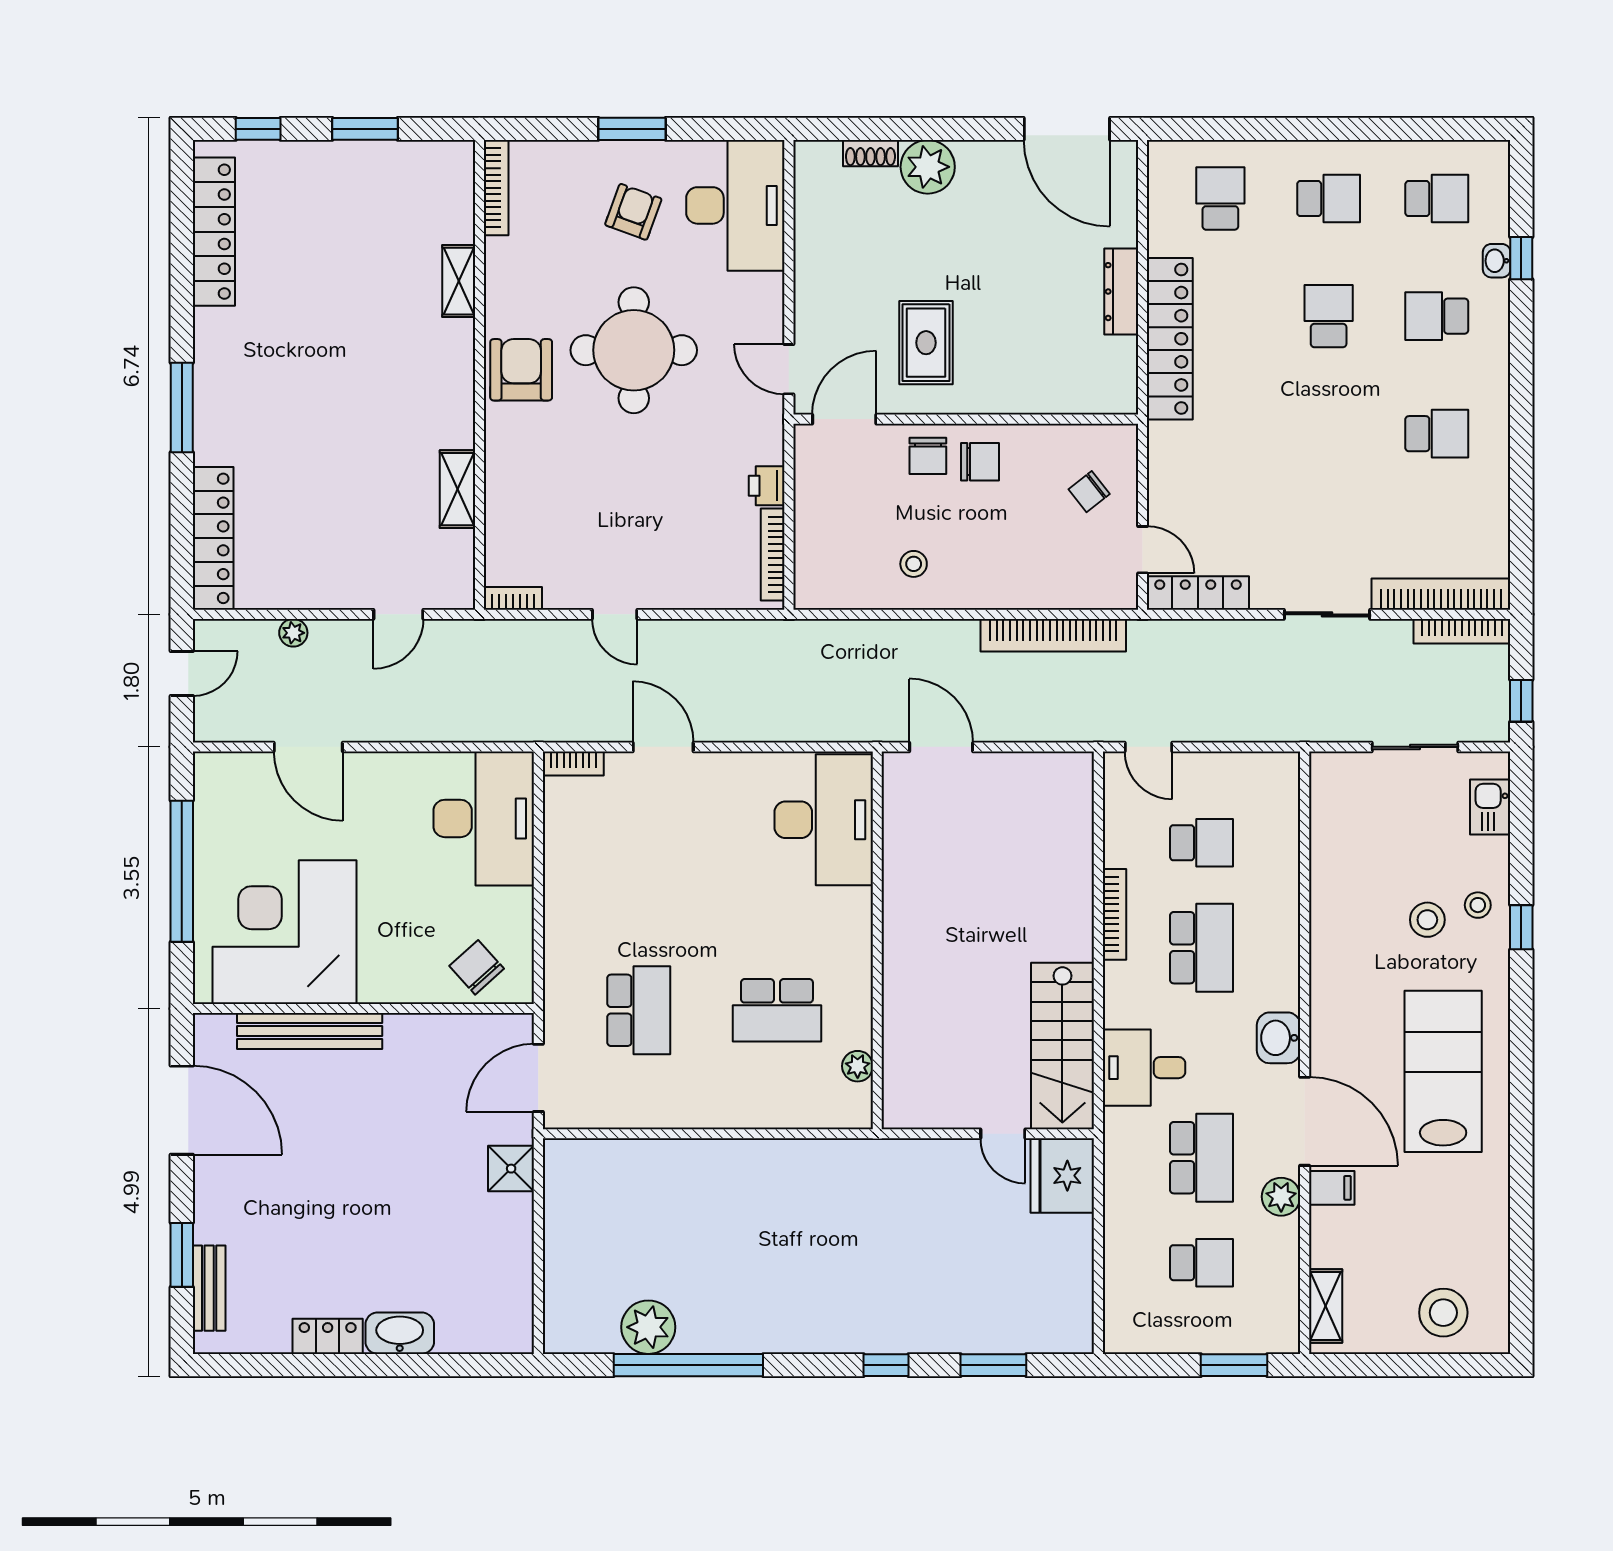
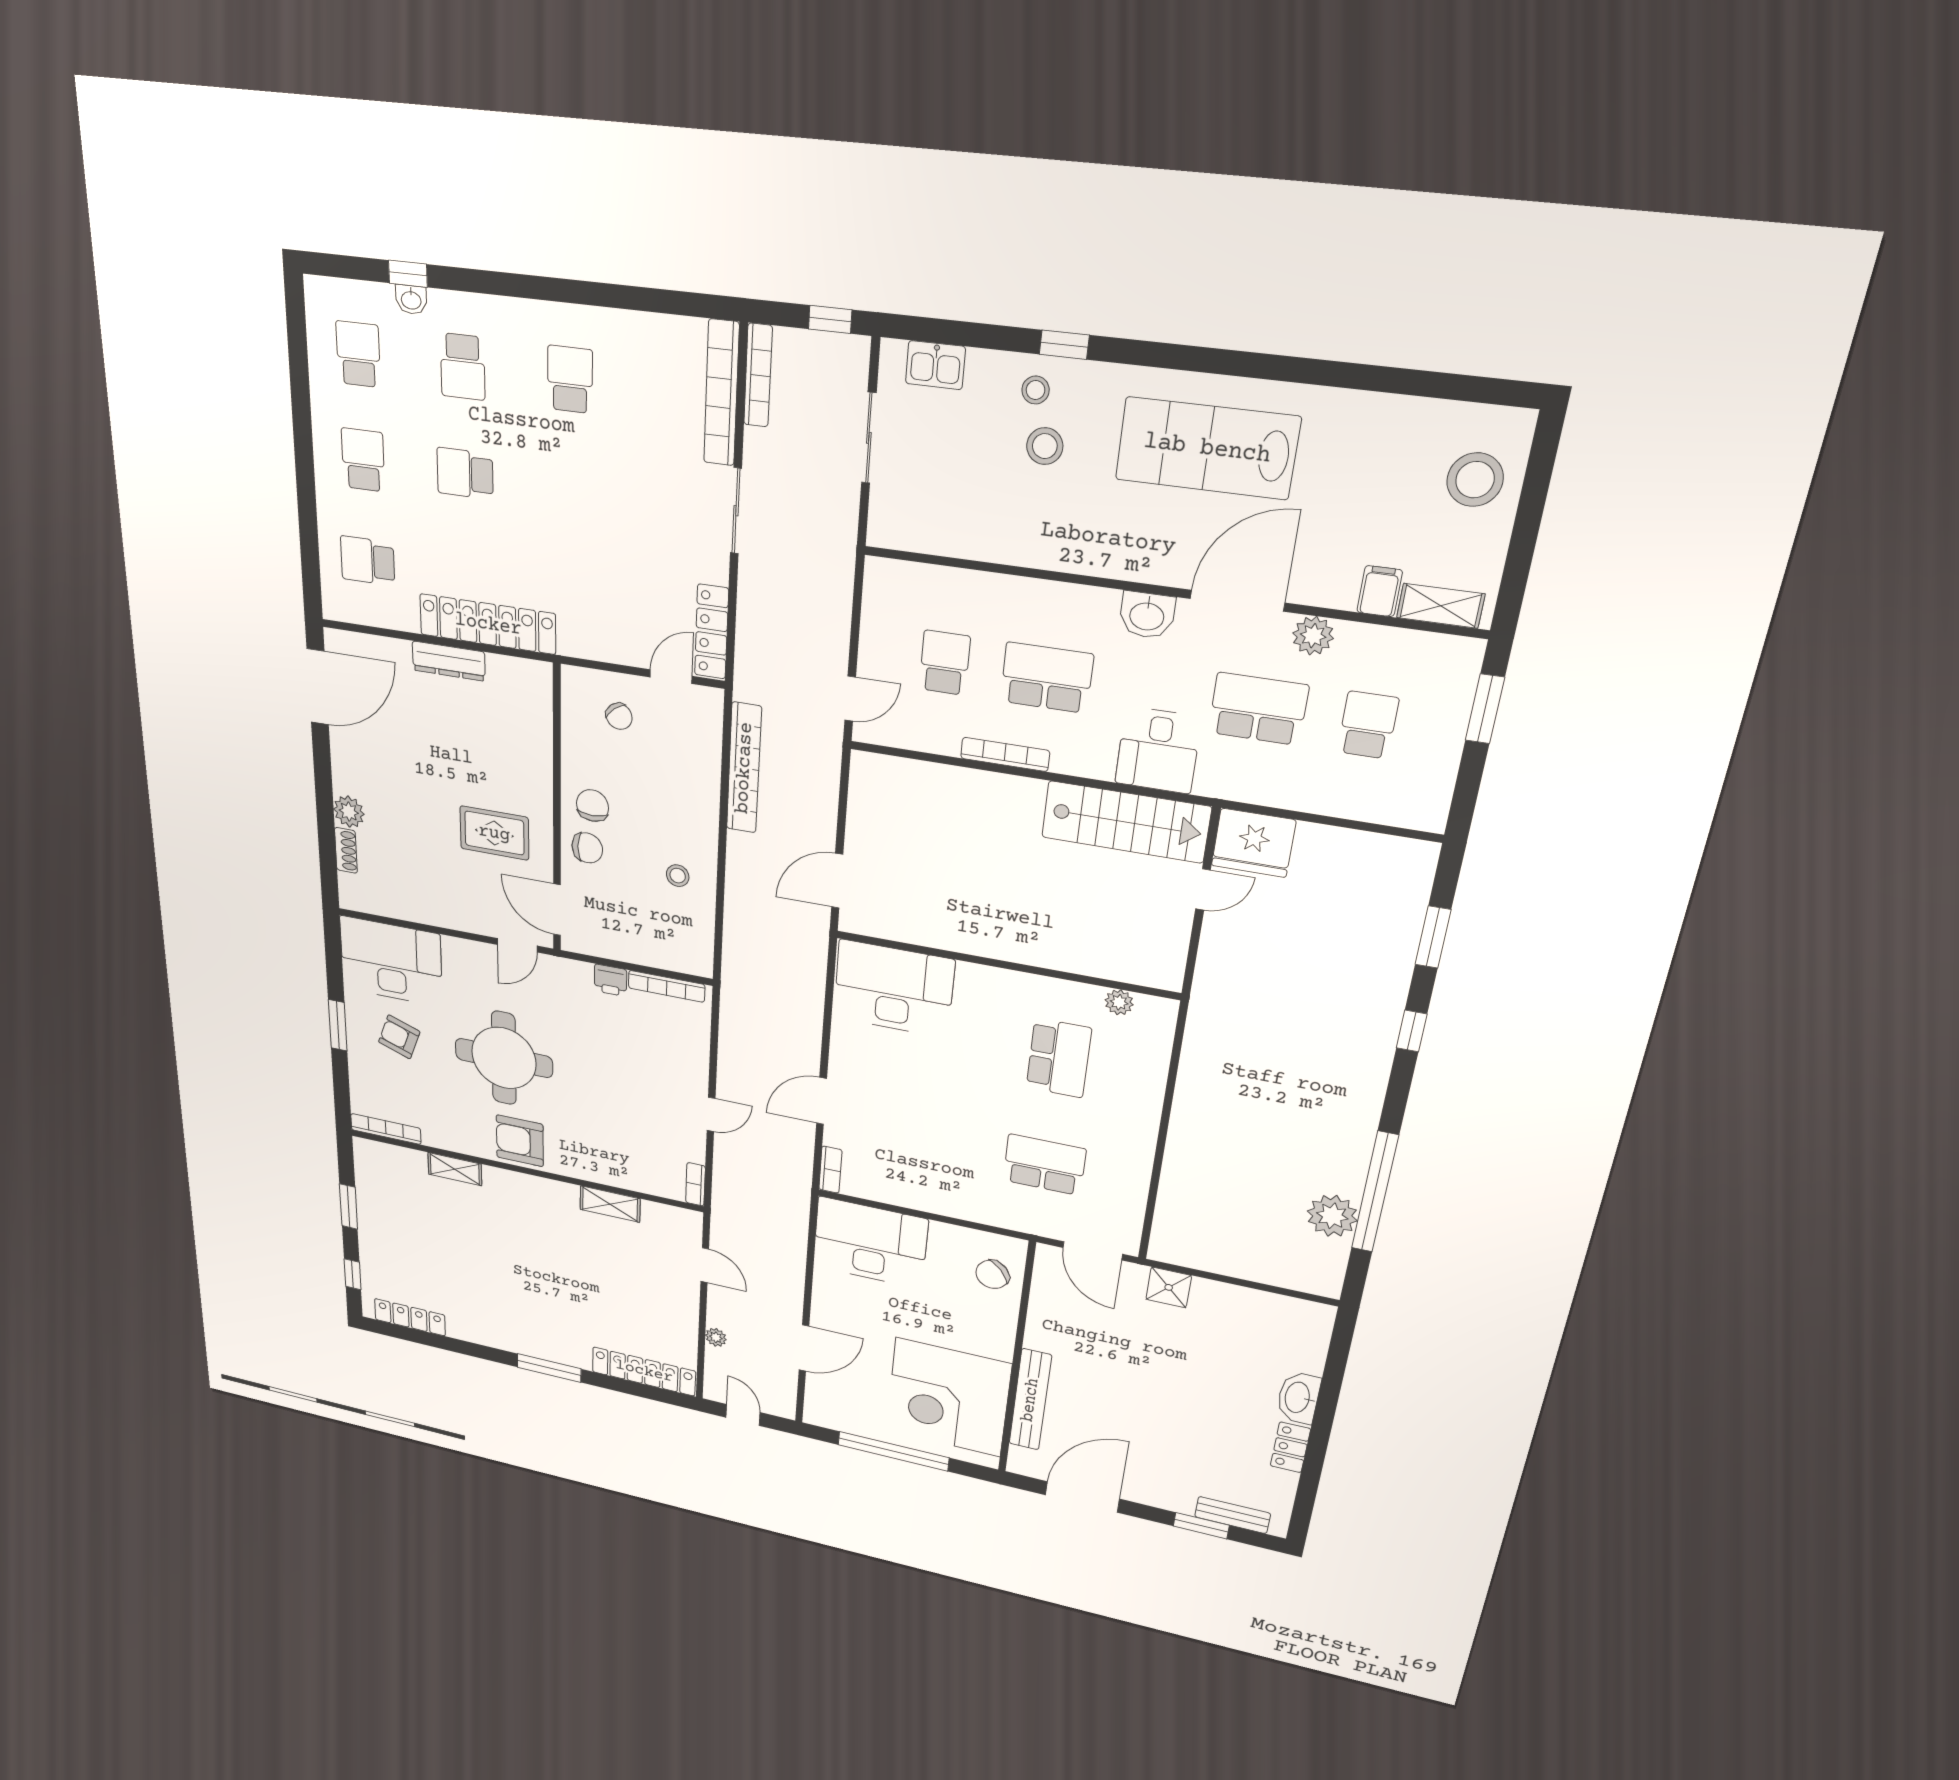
plant: (928, 167) -> (349, 812), width x0.73, depth x0.73
locker: (214, 232) -> (410, 1317), width x0.71, depth x0.83
filing cabinet: (1332, 1188) -> (1380, 591), moved

